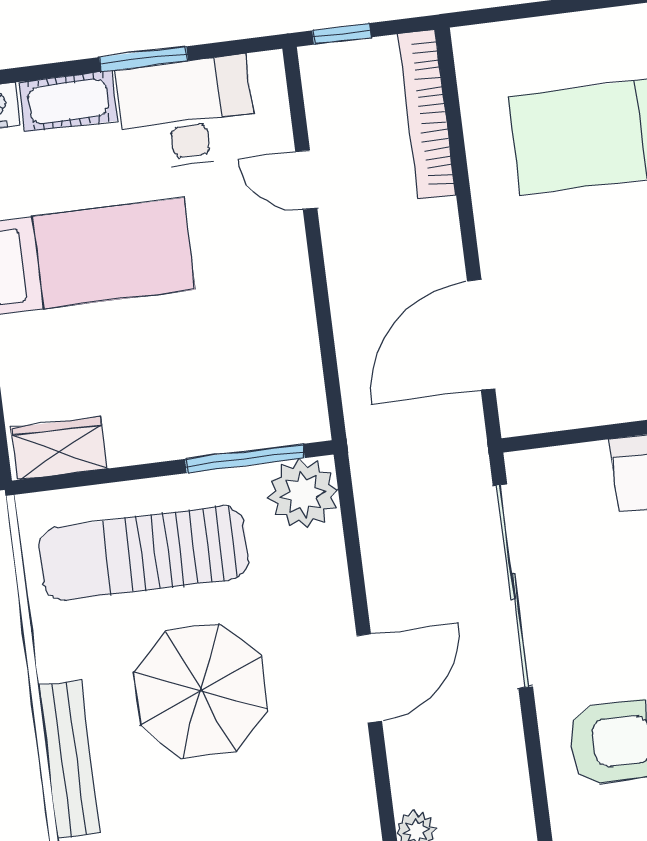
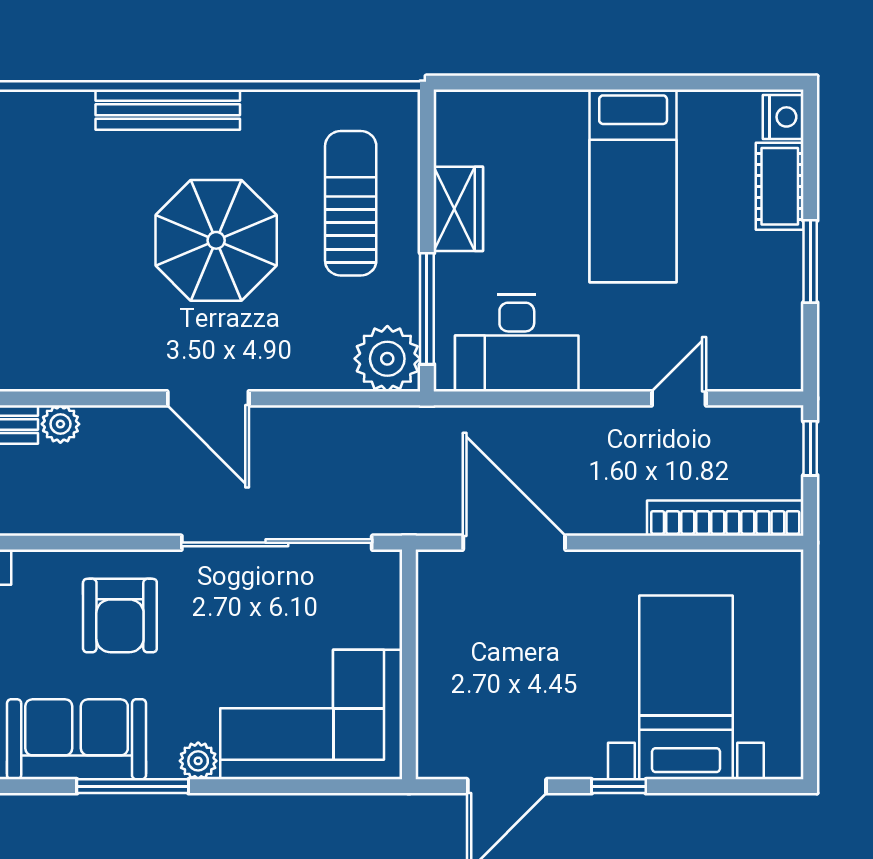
desk: (187, 113) -> (517, 343), moved, turned 90
wardrobe: (59, 448) -> (458, 209), moved
sun lounger: (144, 553) -> (351, 203), width x0.73, depth x0.75

